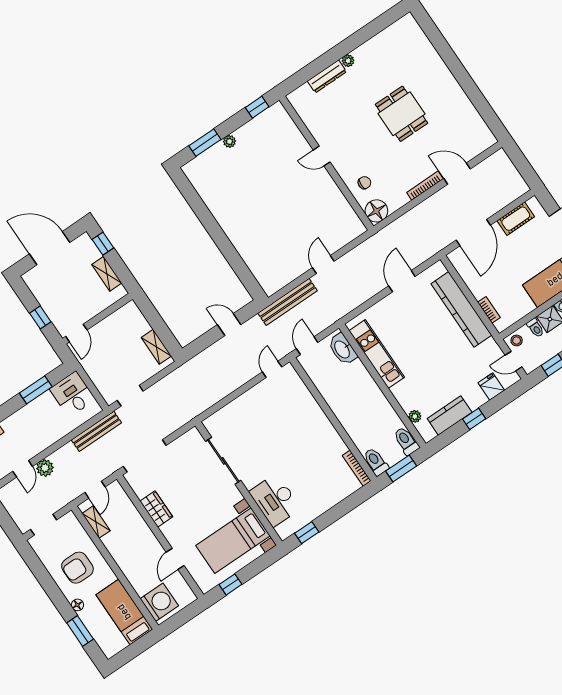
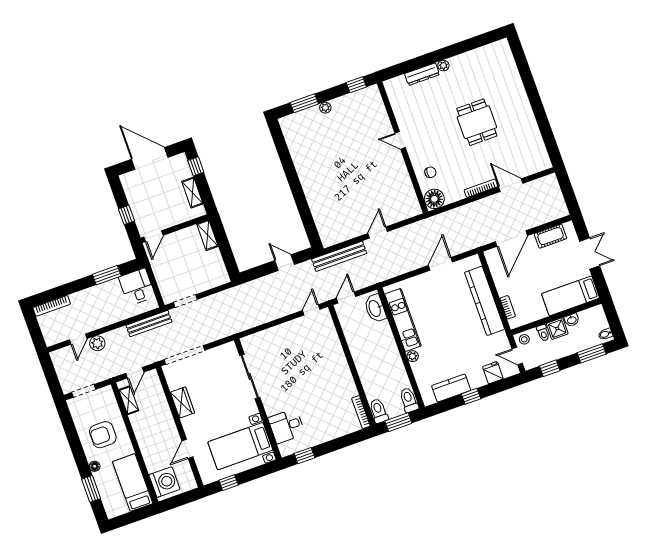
shelving: (156, 347) -> (207, 235), moved
plant: (415, 416) -> (413, 356), moved
desk: (275, 500) -> (287, 426), width x0.73

